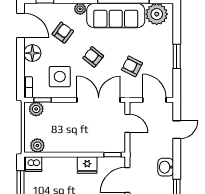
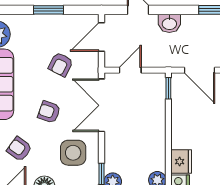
armchair: (93, 57) -> (49, 112), turned 70
fridge: (87, 165) -> (181, 162), moved
washbasin: (166, 167) -> (169, 23), moved

